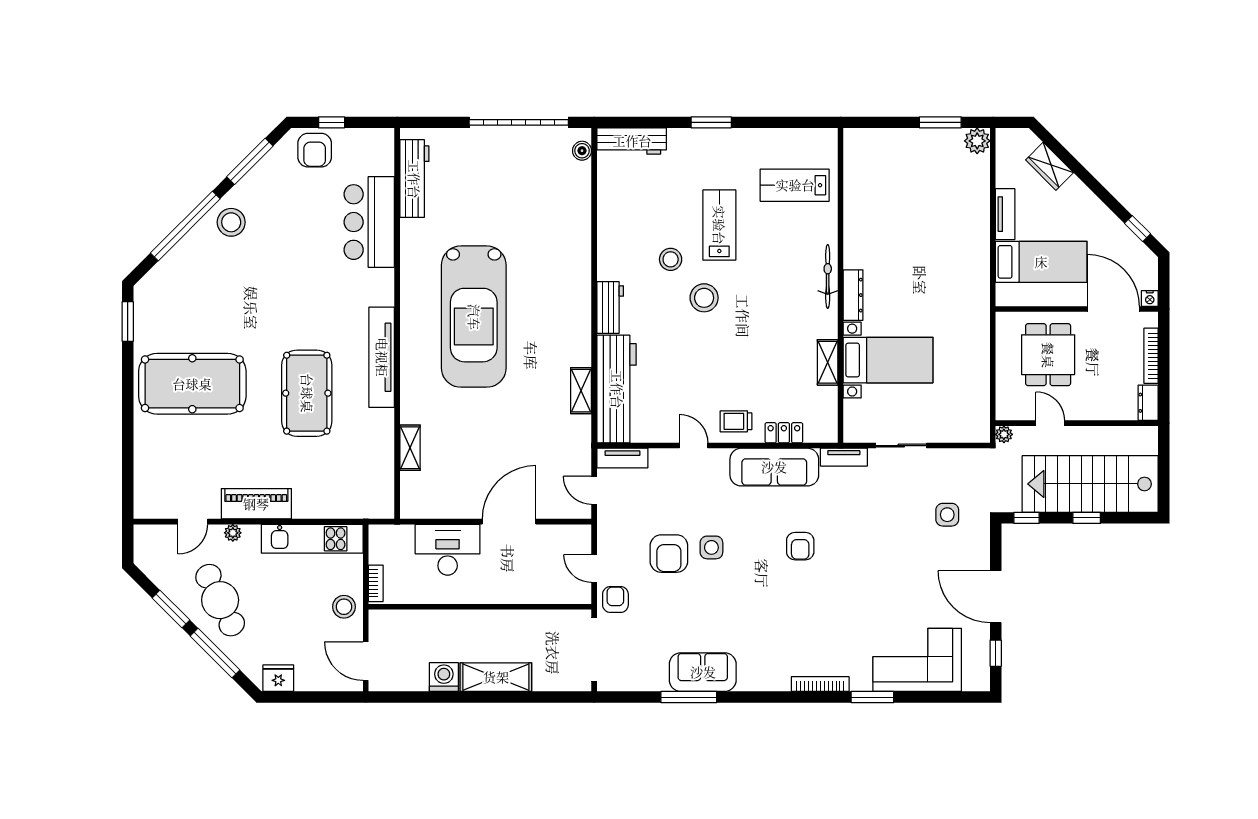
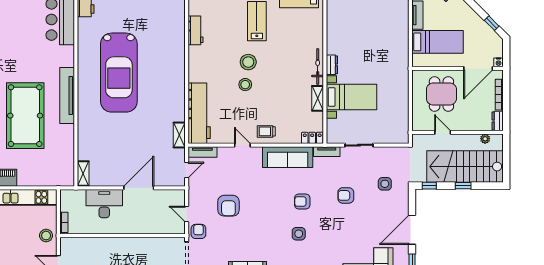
stool: (671, 259) -> (245, 85), moved
bicycle: (828, 276) -> (318, 67), moved
dresser: (853, 295) -> (332, 65), width x0.70
workbench: (610, 307) -> (196, 30), moved
door: (1113, 309) -> (478, 68), swing flipped
shelving: (581, 391) -> (179, 135), moved
pool table: (307, 393) -> (25, 116), width x1.36, depth x1.32
locker: (784, 433) -> (312, 138), moved
plant: (1004, 434) -> (485, 139), moved
shelving: (410, 448) -> (83, 174), moved
door: (594, 490) -> (187, 170), swing flipped
armchair: (878, 535) -> (346, 195), added
armchair: (800, 546) -> (302, 201), turned 90
side table: (711, 547) -> (299, 234), moved
door: (996, 597) -> (412, 230), hinge flipped

